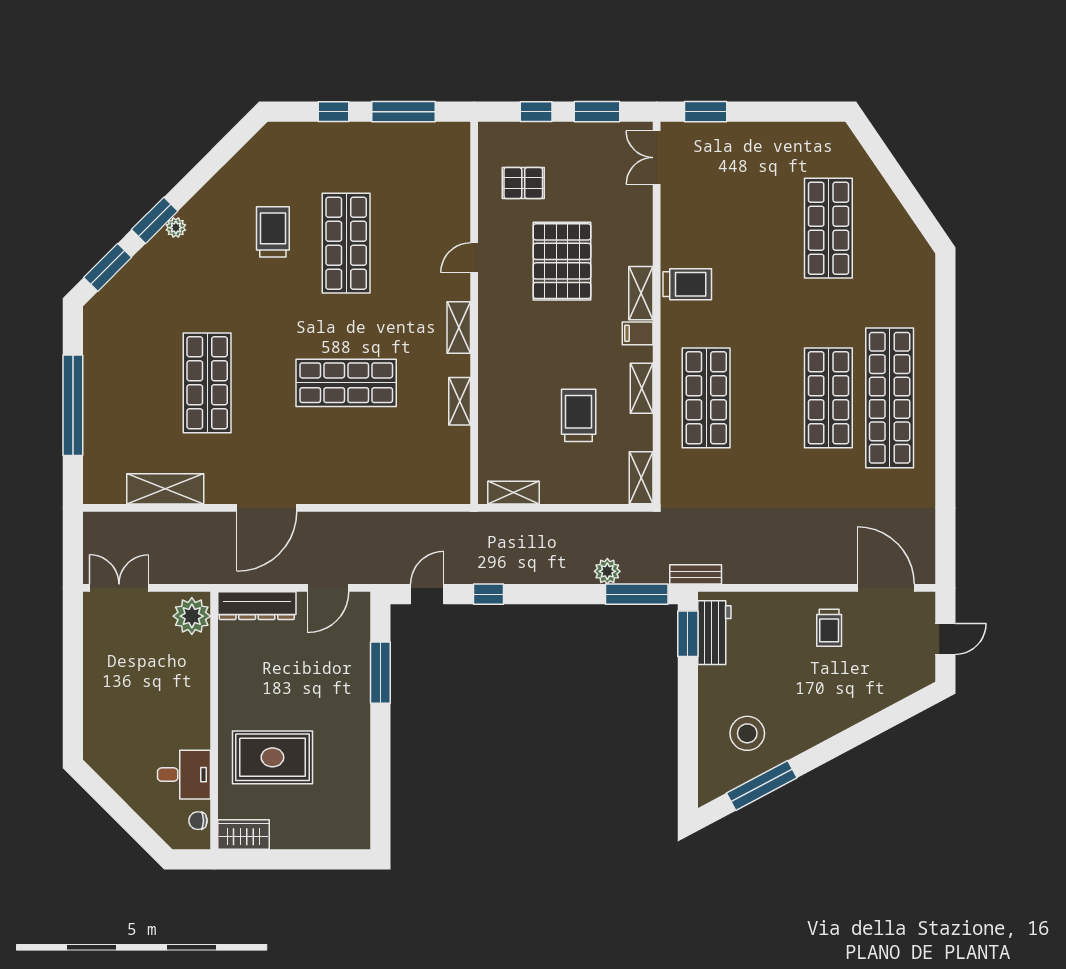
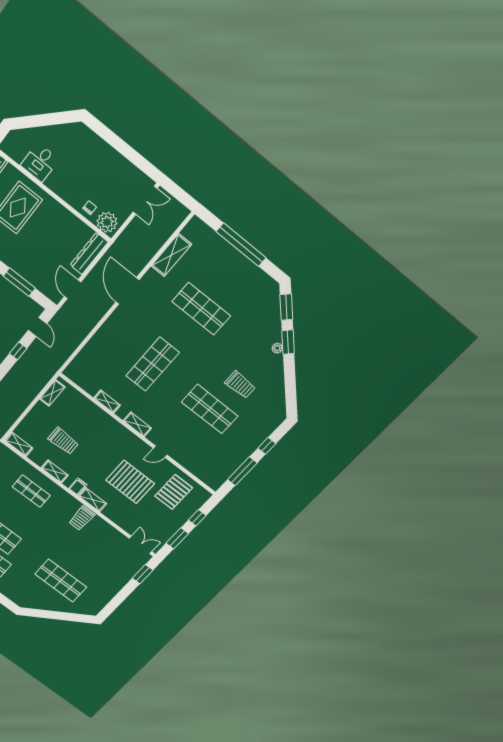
pallet: (523, 183) -> (174, 492), width x1.50, depth x1.42
door: (474, 258) -> (160, 452), swing flipped
shop shelf: (706, 398) -> (31, 491), width x0.70, depth x0.74
chair: (198, 821) -> (90, 208), moved

